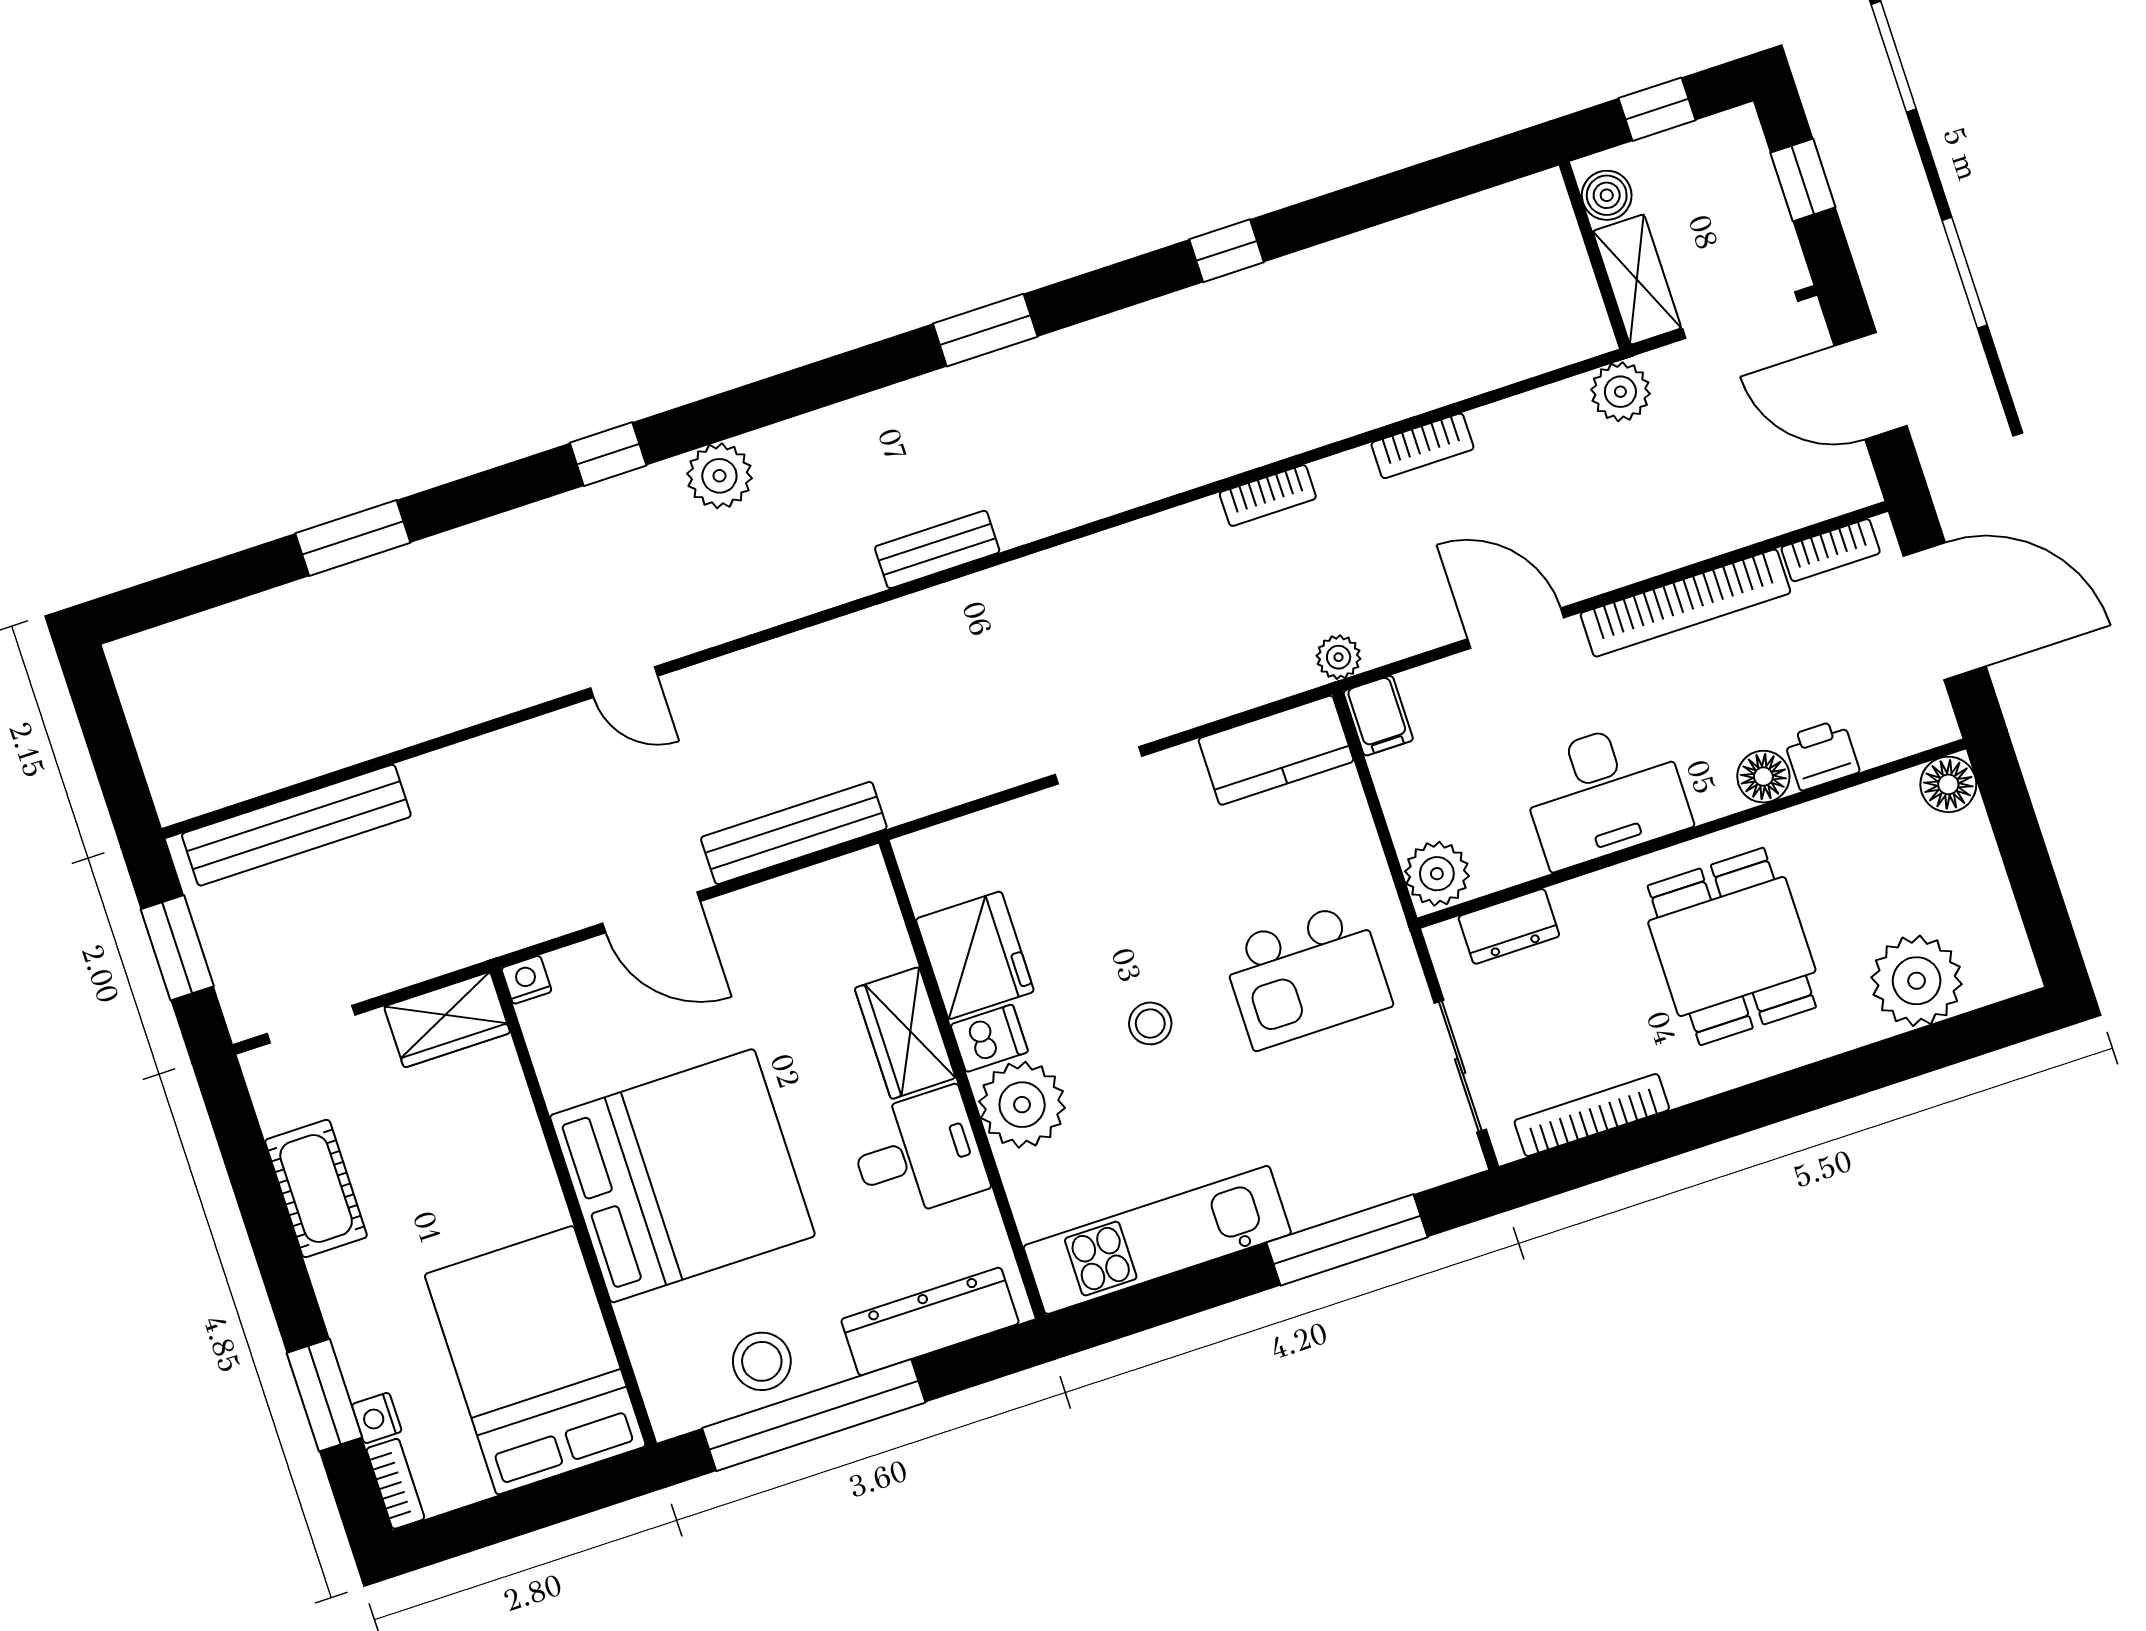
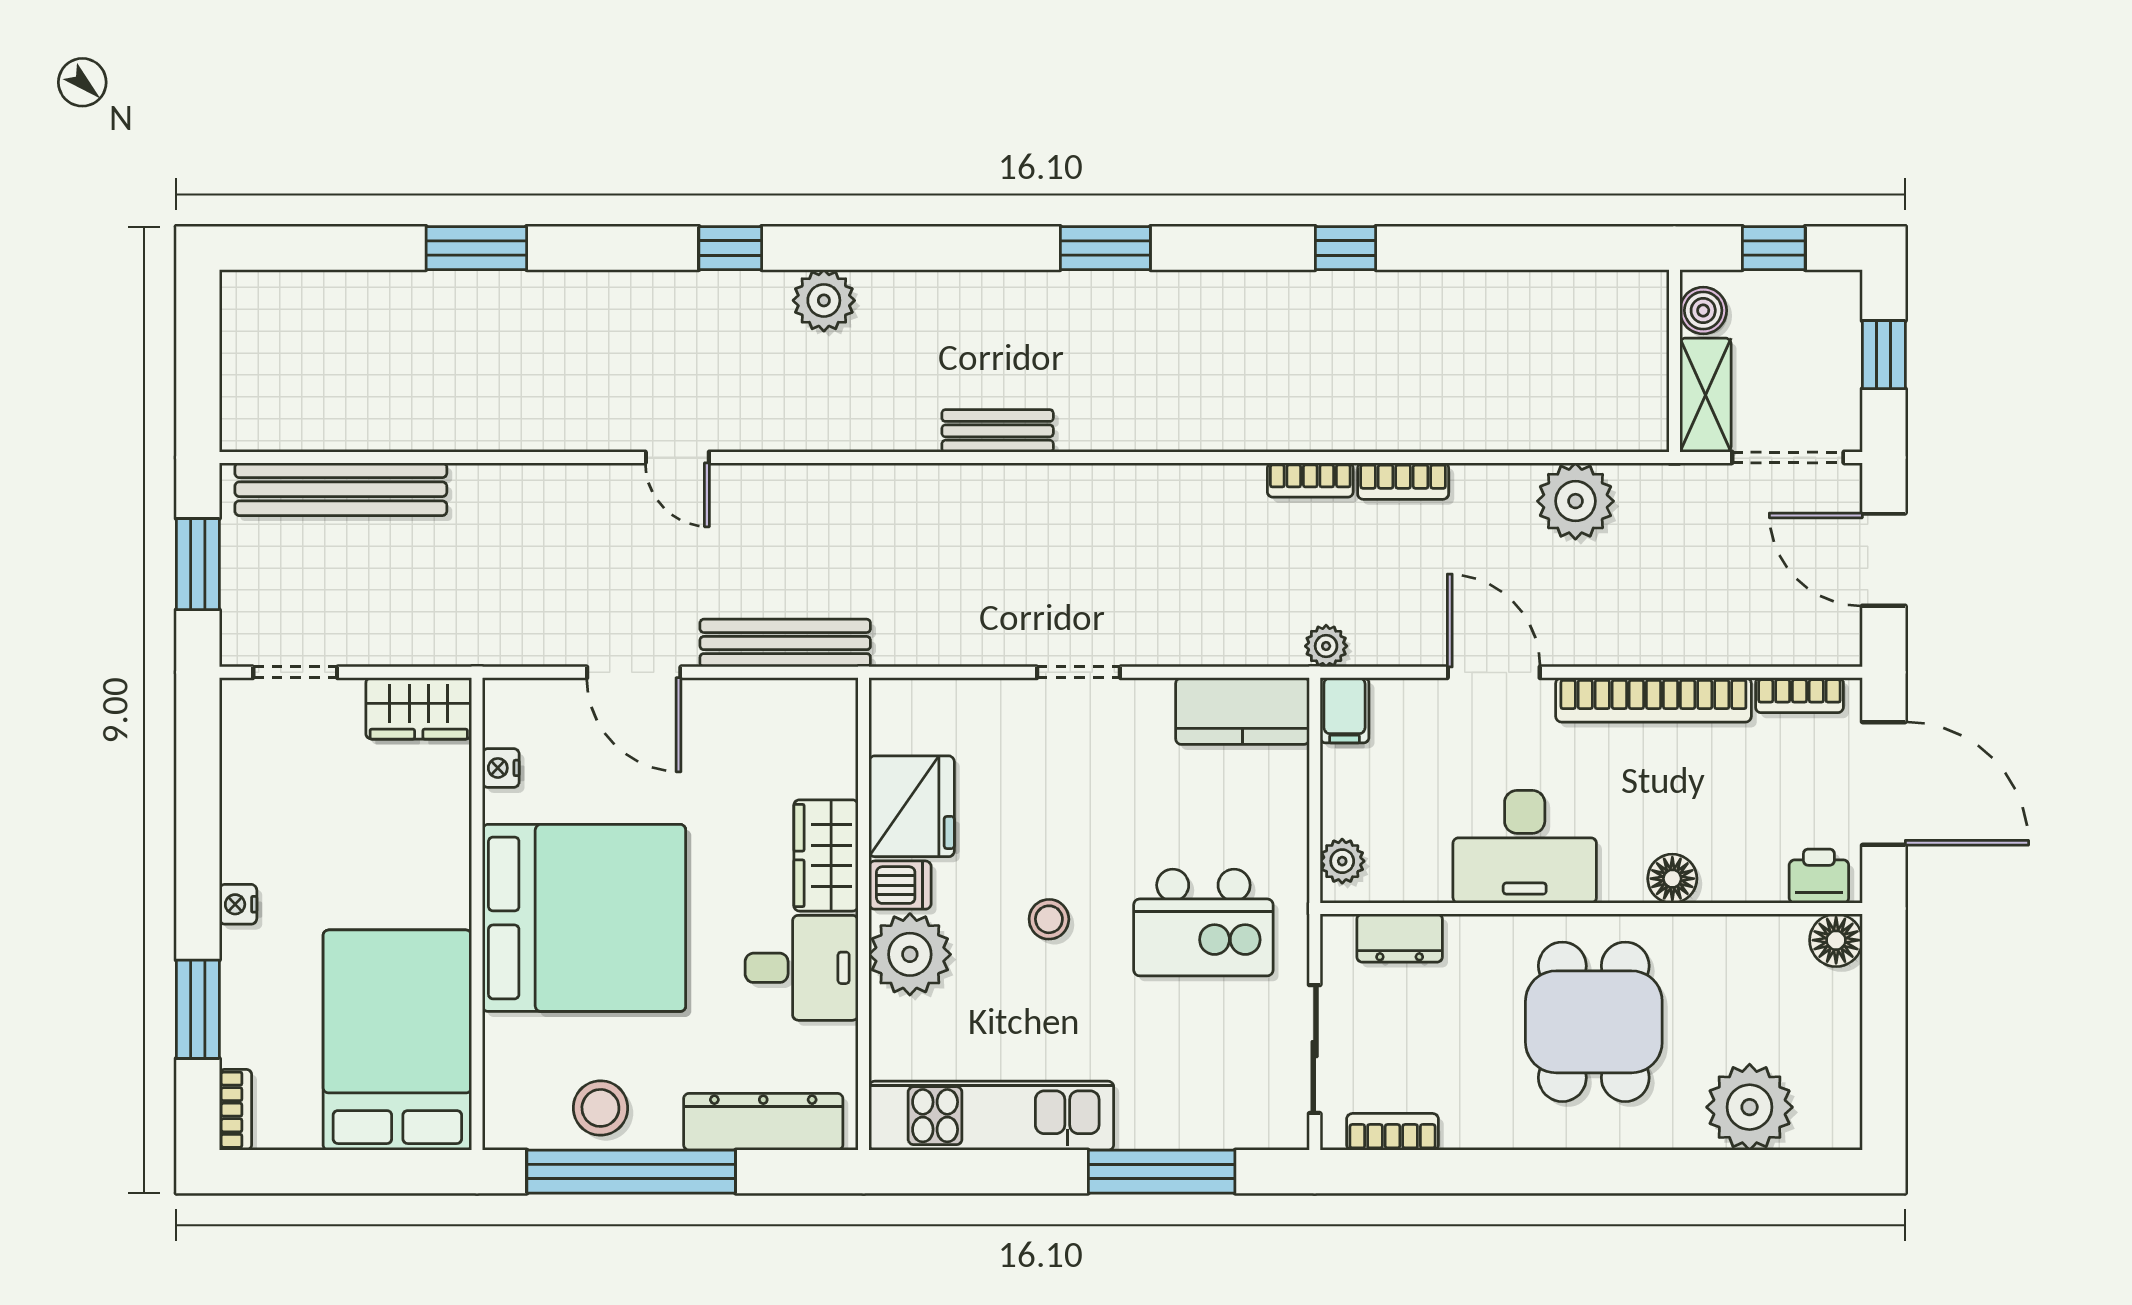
plant: (1620, 392) -> (1575, 501), moved, width x1.36, depth x1.36
bookcase: (1422, 446) -> (1403, 481), moved
printer: (1821, 755) -> (1819, 876), moved
plant: (1437, 874) -> (1342, 861), width x0.73, depth x0.73
nightstand: (526, 980) -> (501, 768), moved, turned -90
bookcase: (1592, 1115) -> (1393, 1132), width x0.64
cot: (316, 1188) -> (251, 821), removed
nightstand: (377, 1418) -> (238, 904), moved

